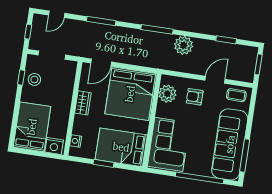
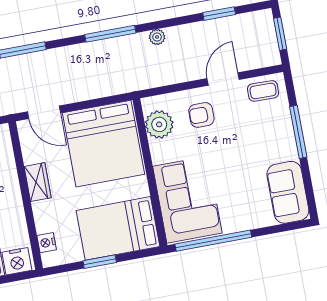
plant: (184, 45) -> (157, 37), width x0.53, depth x0.53
door: (101, 63) -> (44, 112), hinge flipped
sofa: (230, 144) -> (288, 192), width x0.54, depth x0.79
window: (245, 156) -> (298, 132), moved
window: (200, 178) -> (213, 241), moved

